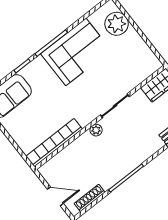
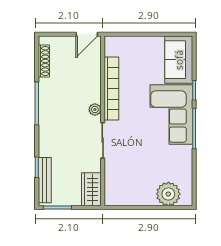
corner sofa: (76, 52) -> (171, 115), moved
bookcase: (54, 143) -> (111, 89), moved
door: (55, 196) -> (87, 34), moved

